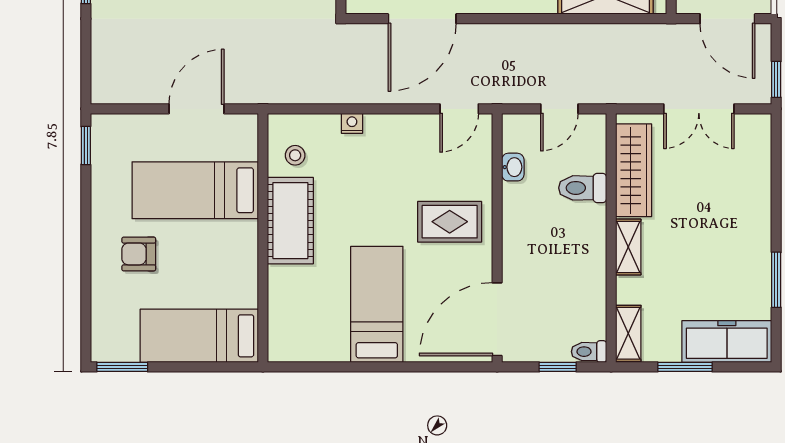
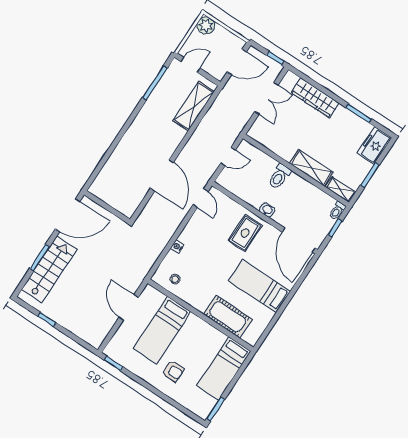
door: (422, 19) -> (162, 175), moved
door: (559, 109) -> (228, 156), hinge flipped
washbasin: (513, 167) -> (267, 210), moved
wardrobe: (634, 170) -> (315, 98), moved, turned 180
toilet: (583, 188) -> (279, 176), moved
cot: (290, 221) -> (228, 317), moved
shelving: (628, 247) -> (311, 168), width x1.50, depth x1.33
armchair: (139, 254) -> (173, 371), turned -90
freezer: (727, 342) -> (374, 145), width x0.71

